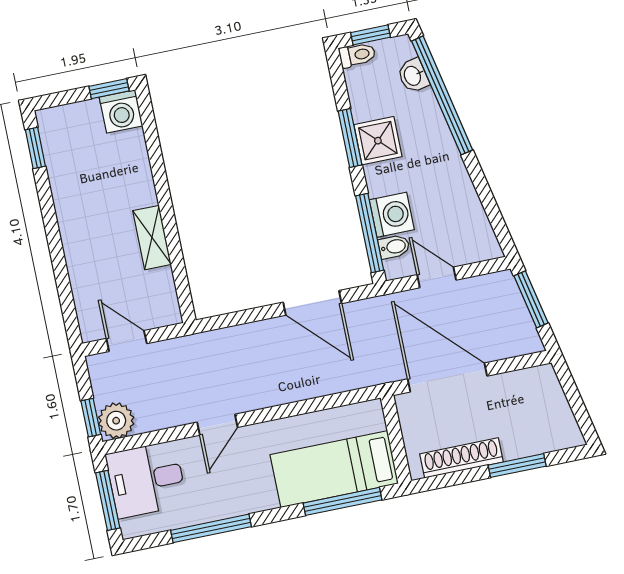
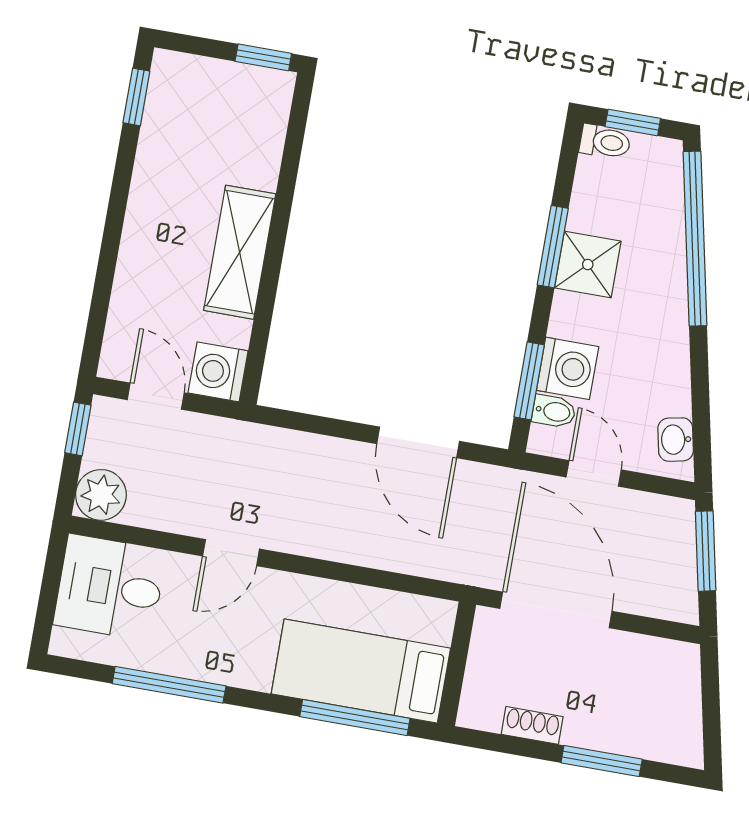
washbasin: (413, 76) -> (676, 440), moved
washing machine: (121, 111) -> (218, 372), moved, turned 90
window: (370, 233) -> (529, 381), width x0.69
shelving: (152, 238) -> (240, 252), width x1.50, depth x1.33
window: (91, 418) -> (78, 429), moved
shoe rack: (461, 458) -> (532, 725), width x0.51, depth x0.81
window: (108, 500) -> (49, 595), removed

